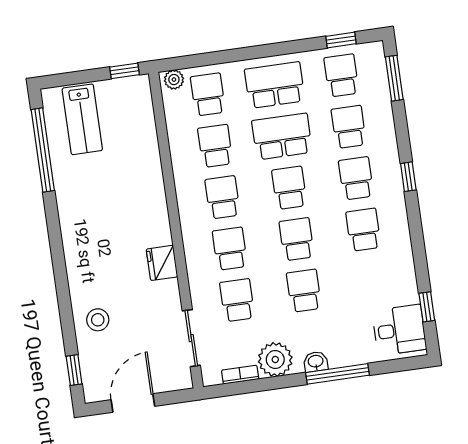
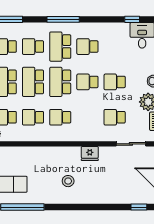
window: (408, 177) -> (63, 19), width x2.17
school desk: (356, 178) -> (60, 47), width x1.85
school desk: (289, 188) -> (60, 82), width x1.85
school desk: (230, 249) -> (87, 117), removed
stool: (98, 320) -> (68, 181), moved

